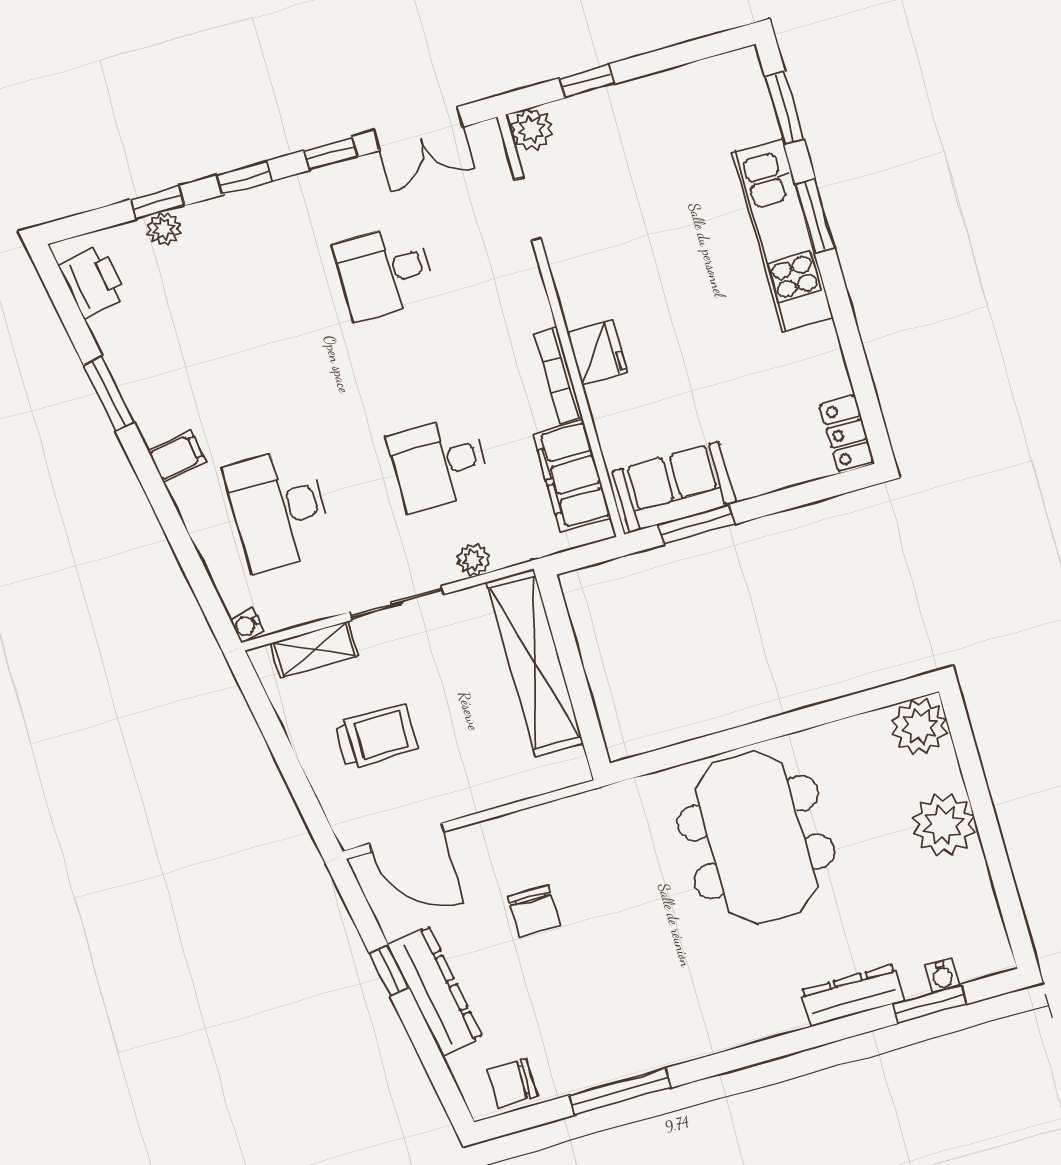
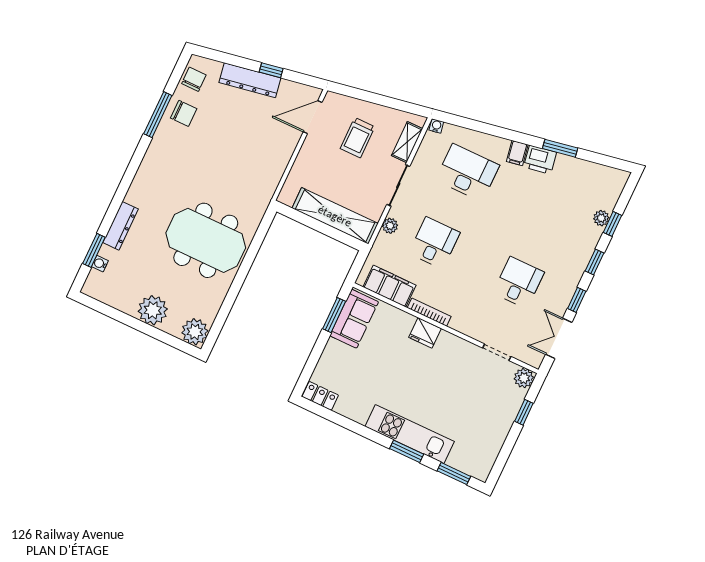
printer: (93, 281) -> (540, 160), moved
chair: (534, 911) -> (184, 113), moved, turned 180

